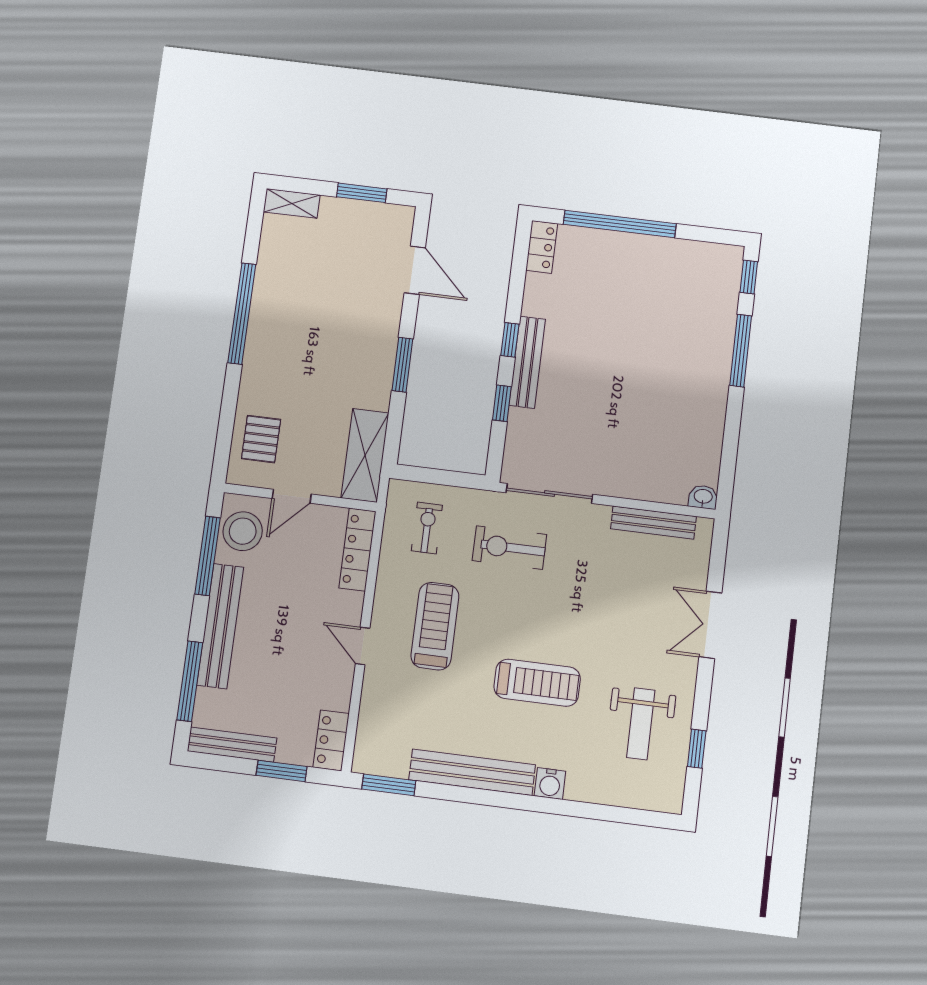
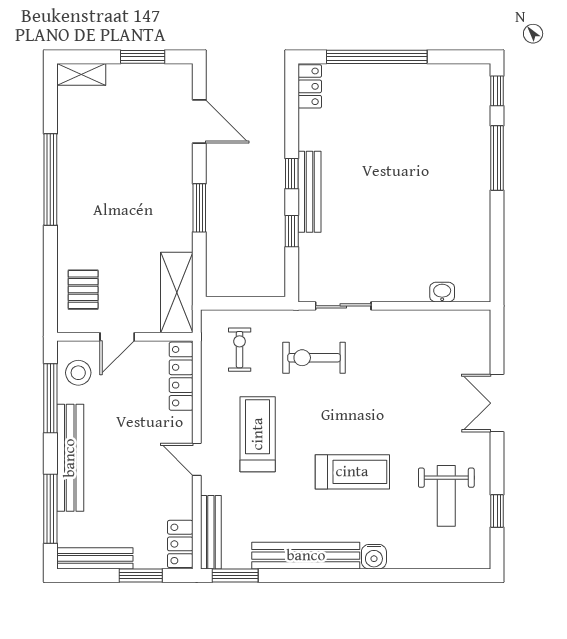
sliding door: (549, 493) -> (343, 306), width x0.73
washbasin: (703, 497) -> (442, 292), moved
bench: (653, 523) -> (211, 532), moved, turned 90
stool: (243, 531) -> (78, 373), width x0.73, depth x0.73

